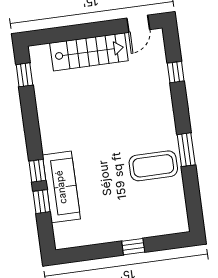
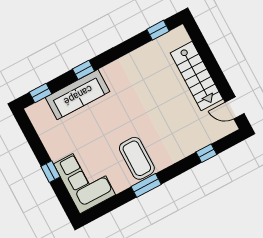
coffee table: (153, 166) -> (137, 158), moved
window: (42, 202) -> (40, 93), moved
corner sofa: (155, 213) -> (84, 179), added

